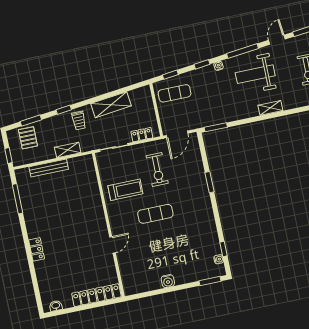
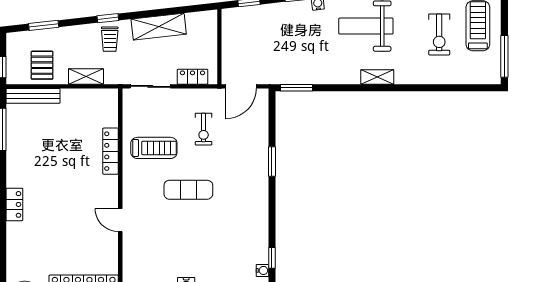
exercise mat: (175, 93) -> (249, 29), removed
window: (64, 110) -> (108, 18), moved
pallet: (28, 138) -> (42, 65), moved
bench: (49, 168) -> (33, 96), moved
exercise bike: (157, 169) -> (204, 129), width x0.73, depth x0.72
locker: (96, 198) -> (111, 151), added
door: (112, 245) -> (120, 220), swing flipped

